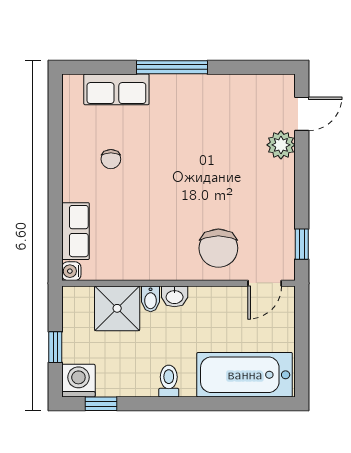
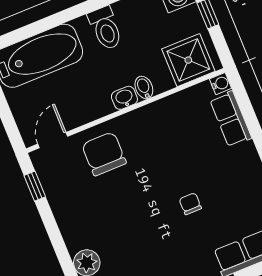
chair: (111, 159) -> (190, 204), moved
shower: (117, 308) -> (188, 60), moved
toilet: (169, 381) -> (105, 28), width x1.37, depth x1.39

